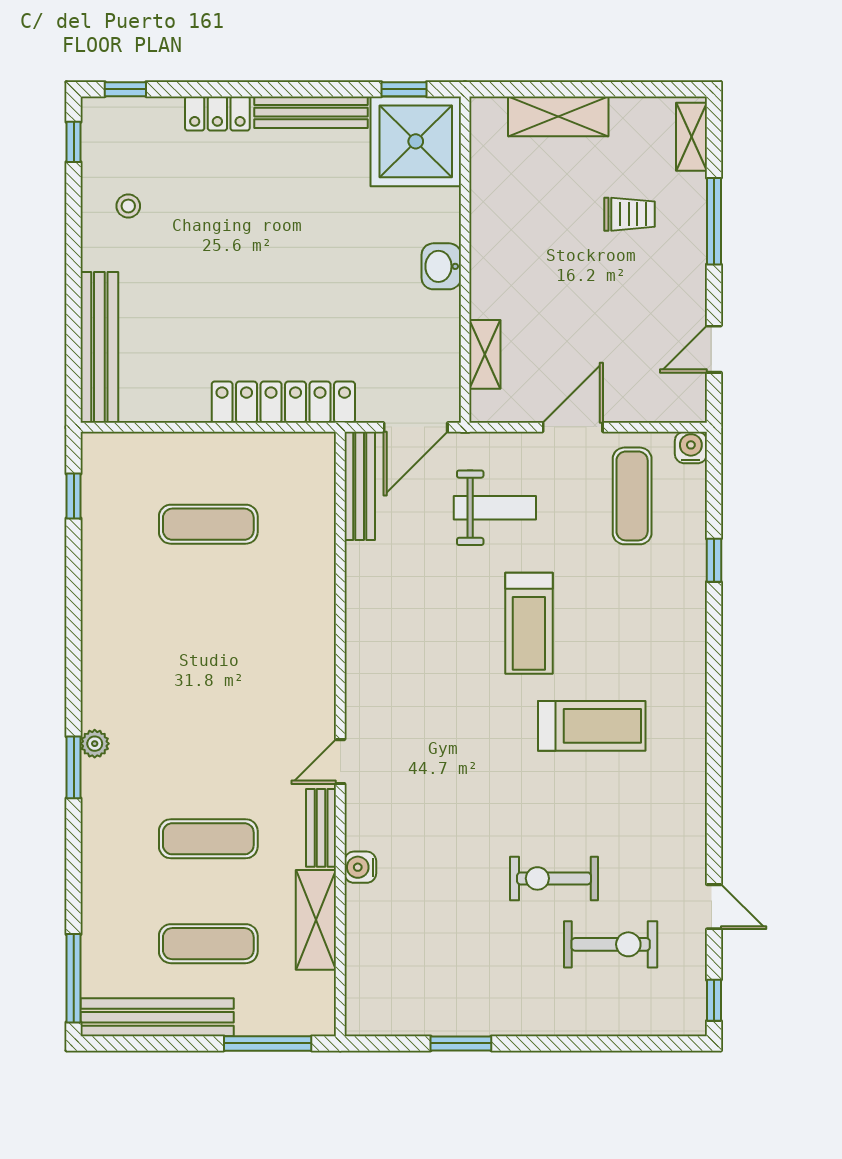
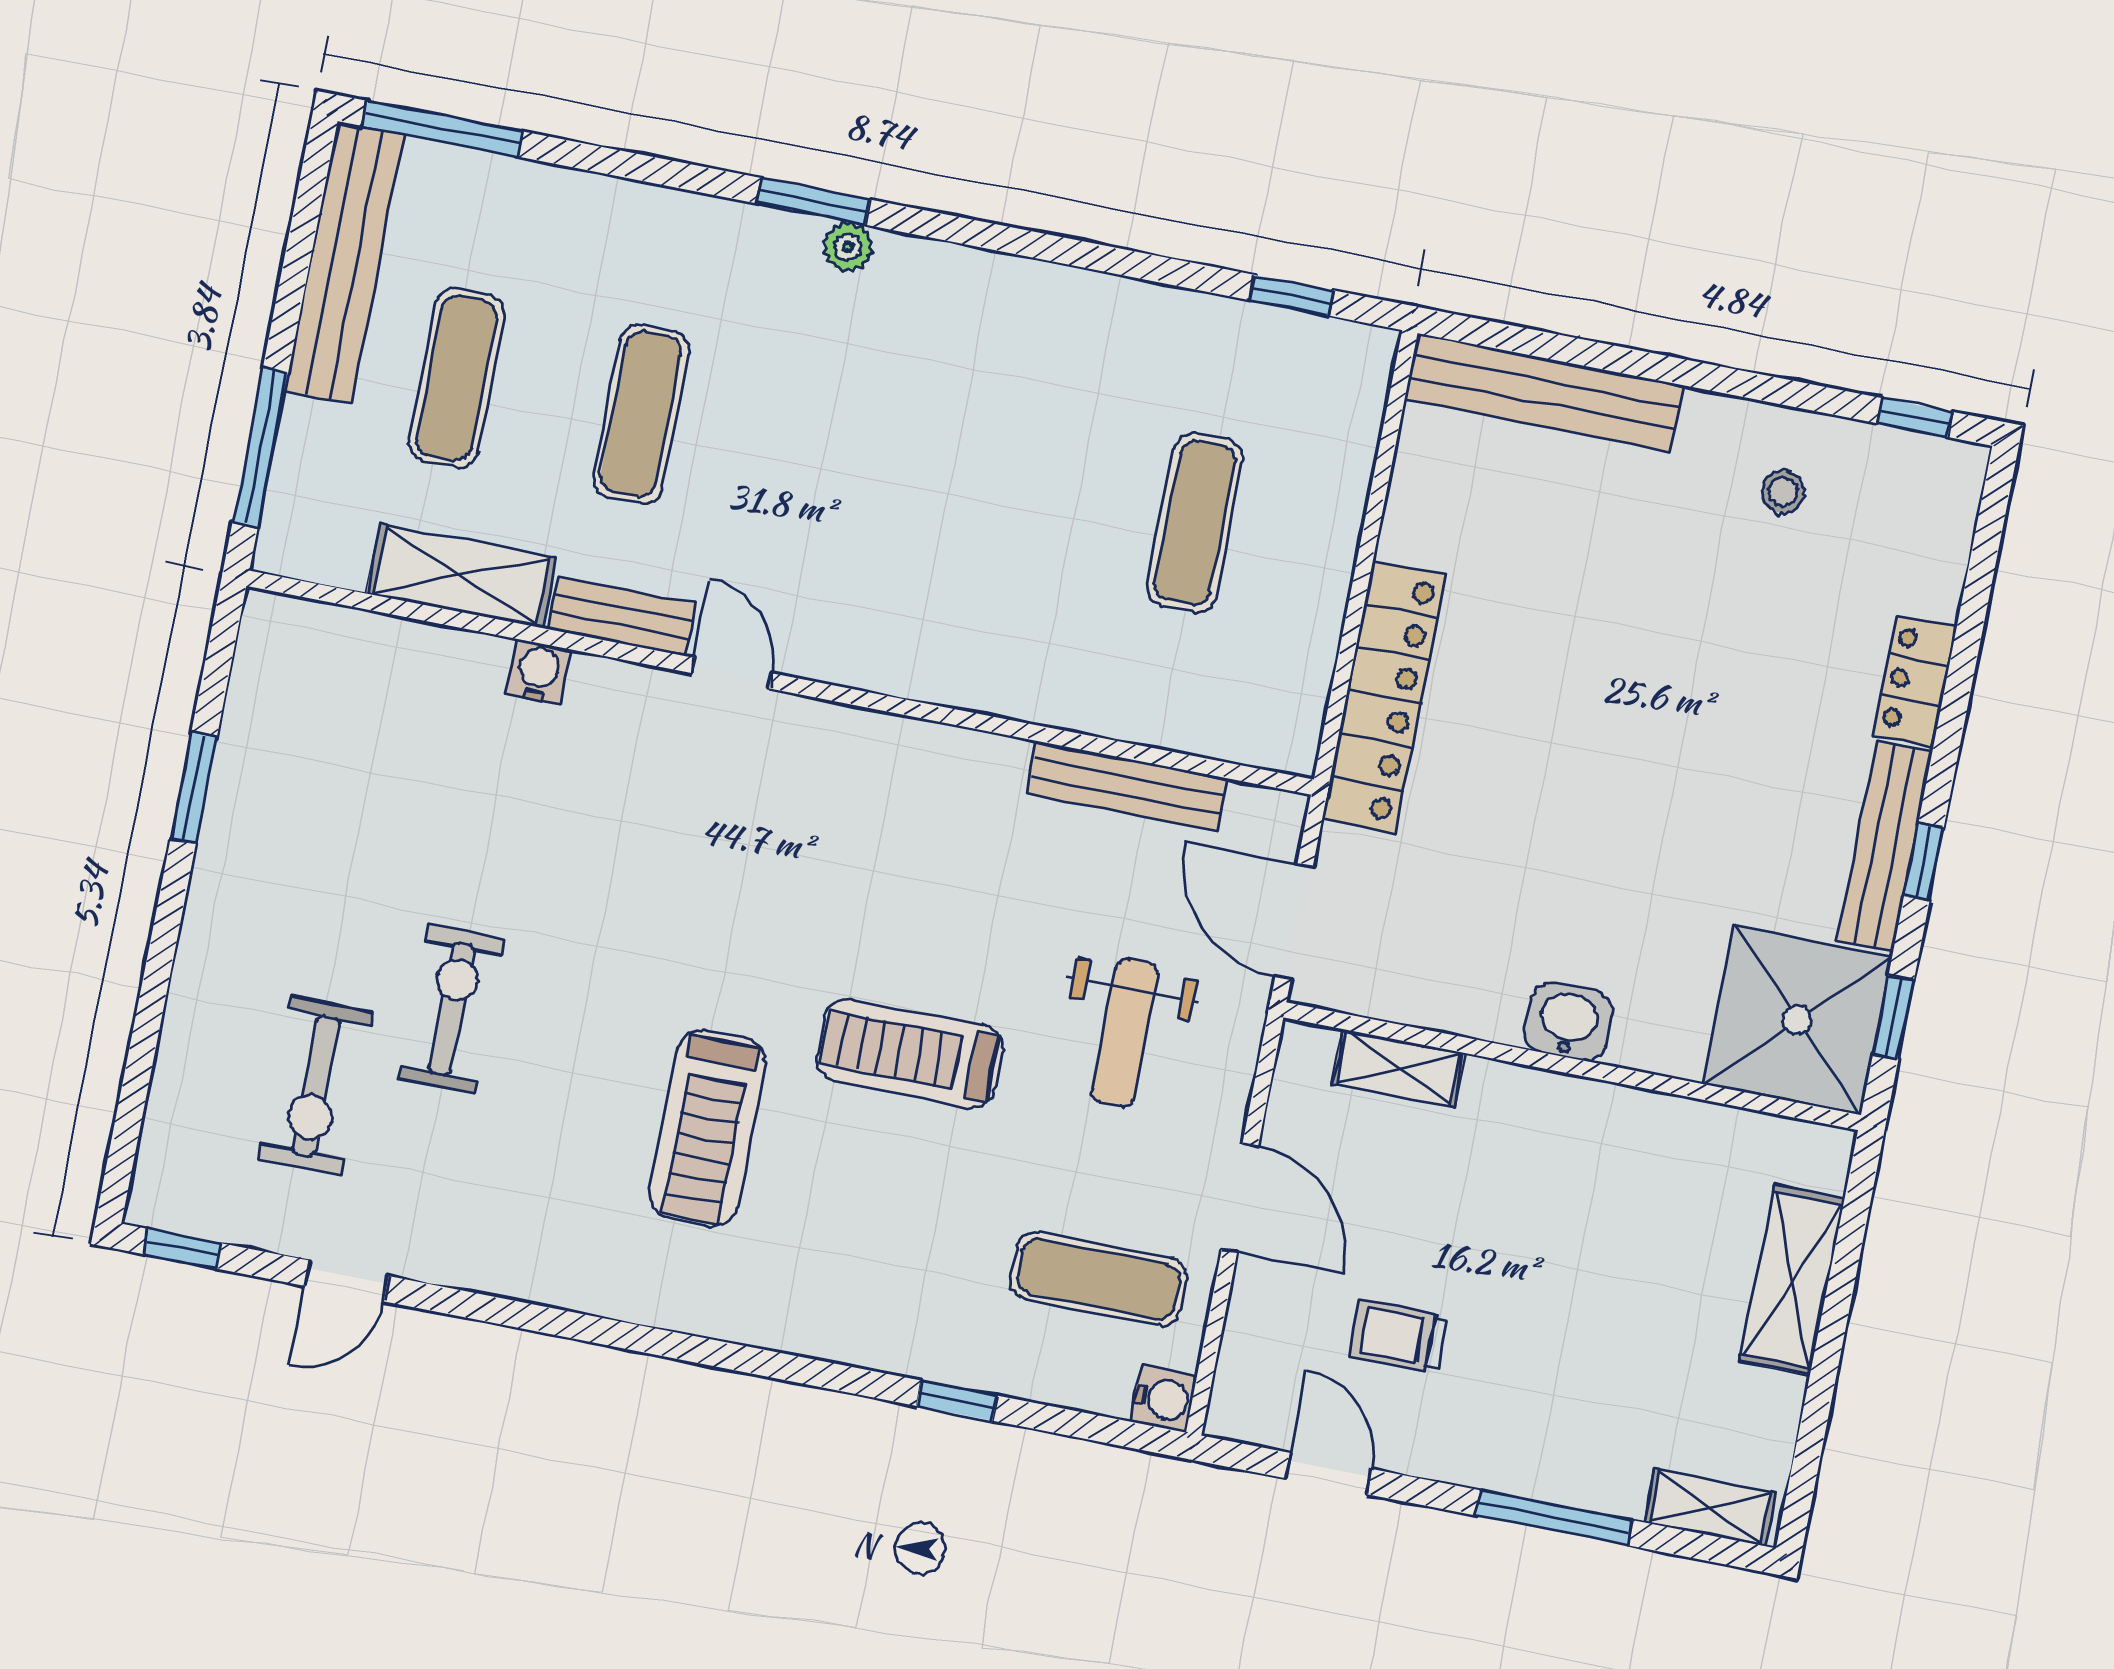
window: (125, 89) -> (1924, 862), moved
trolley: (629, 214) -> (1398, 1336), moved, turned 90
bench: (360, 486) -> (1127, 786), moved

